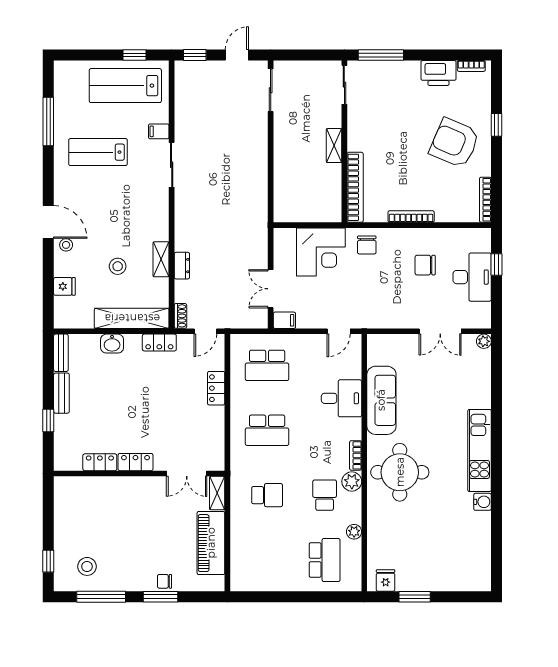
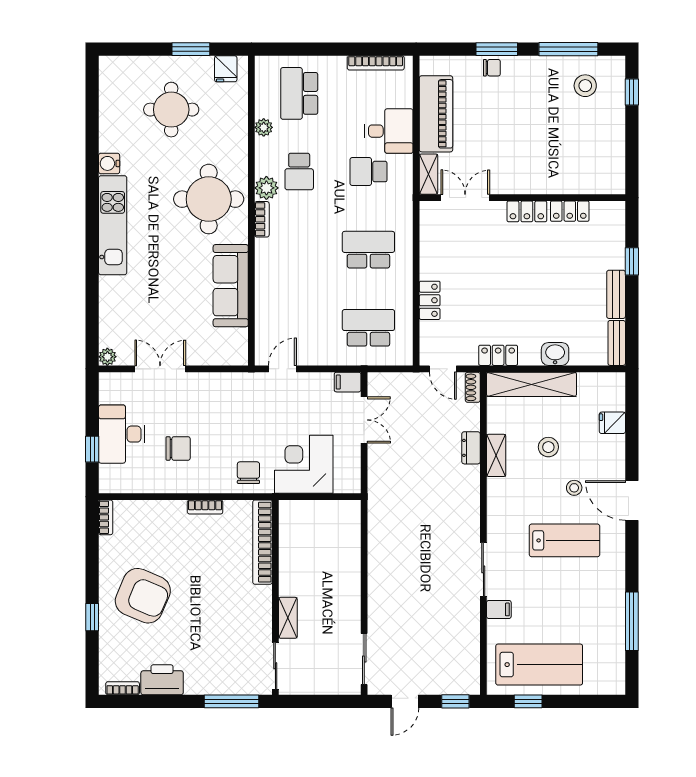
shelving: (334, 146) -> (288, 618), moved
lab bench: (98, 152) -> (565, 540), moved
bookcase: (485, 200) -> (106, 517), width x0.64
bookcase: (411, 217) -> (205, 507), width x0.64
stool: (66, 245) -> (574, 488), moved
door: (205, 331) -> (443, 369), swing flipped
desk: (342, 398) -> (389, 131), moved, turned 180
round table: (431, 547) -> (171, 110), added
bookcase: (261, 585) -> (376, 63), added

